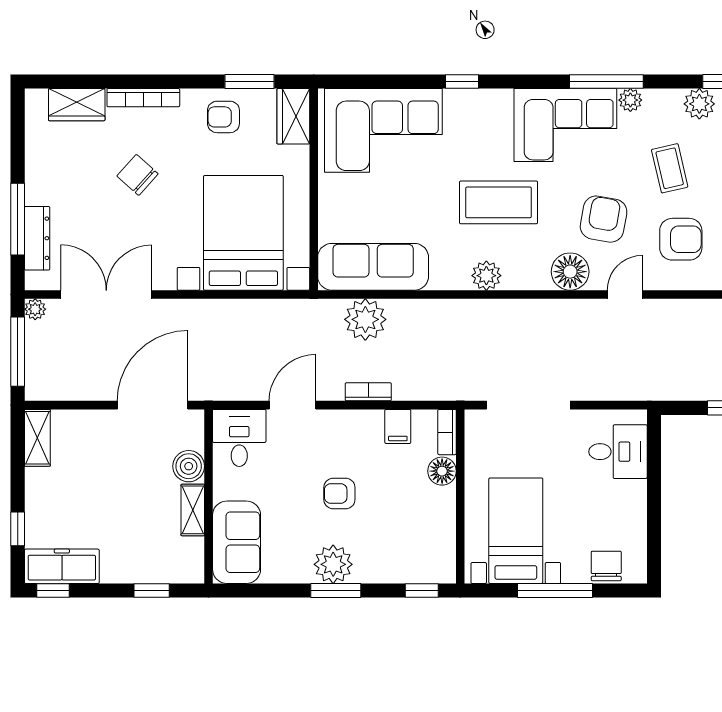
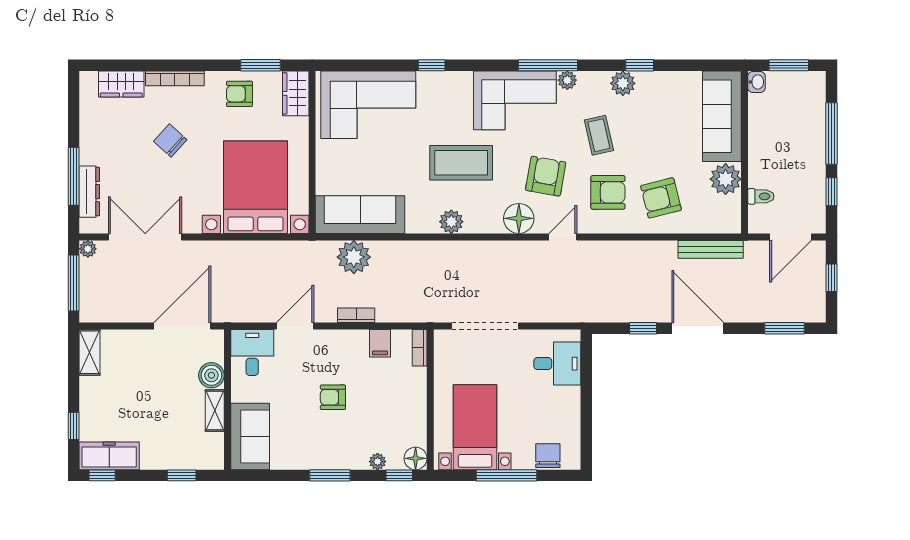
floor lamp: (442, 471) -> (416, 458), moved
plant: (333, 564) -> (378, 462), moved, width x0.53, depth x0.53

